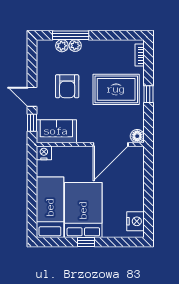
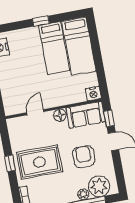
plant: (62, 46) -> (99, 186), width x1.88, depth x1.88
floor lamp: (137, 136) -> (60, 115), moved
door: (111, 144) -> (35, 112), width x0.53
bed: (83, 210) -> (54, 48), width x0.67

